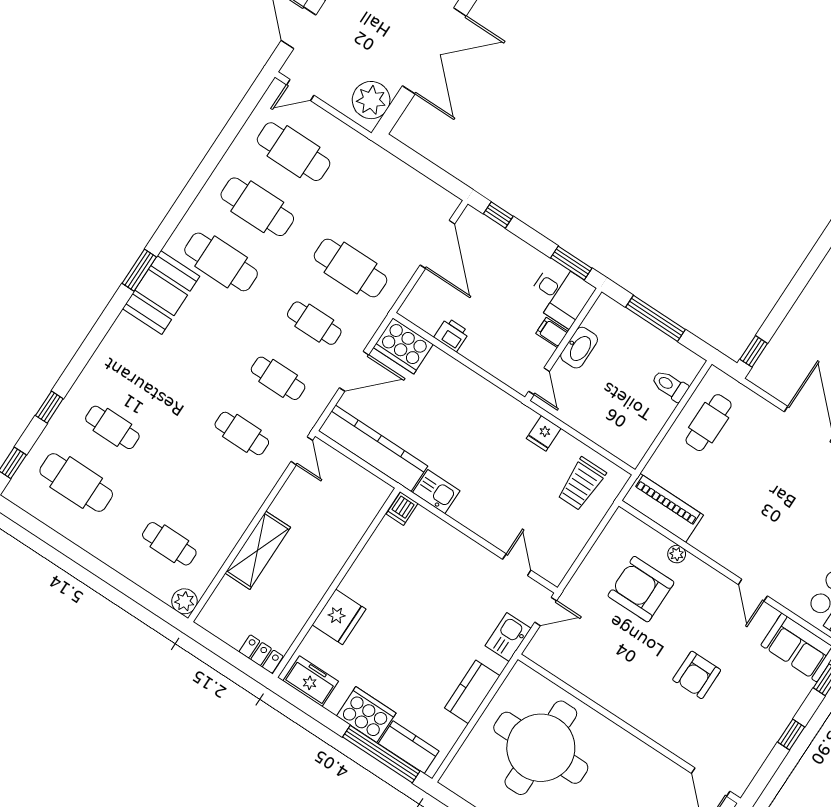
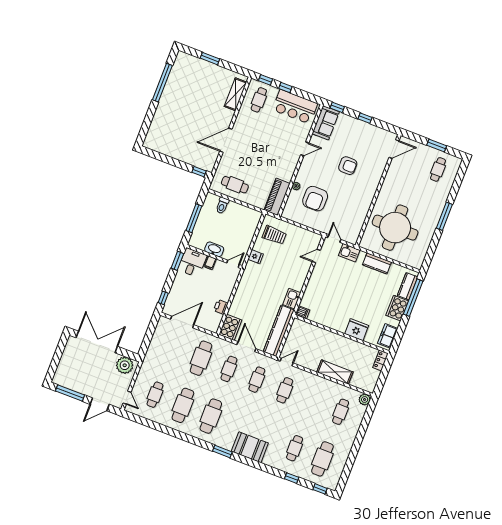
cafe table: (294, 152) -> (155, 395), width x0.73, depth x0.74
booth: (161, 292) -> (250, 447), moved

